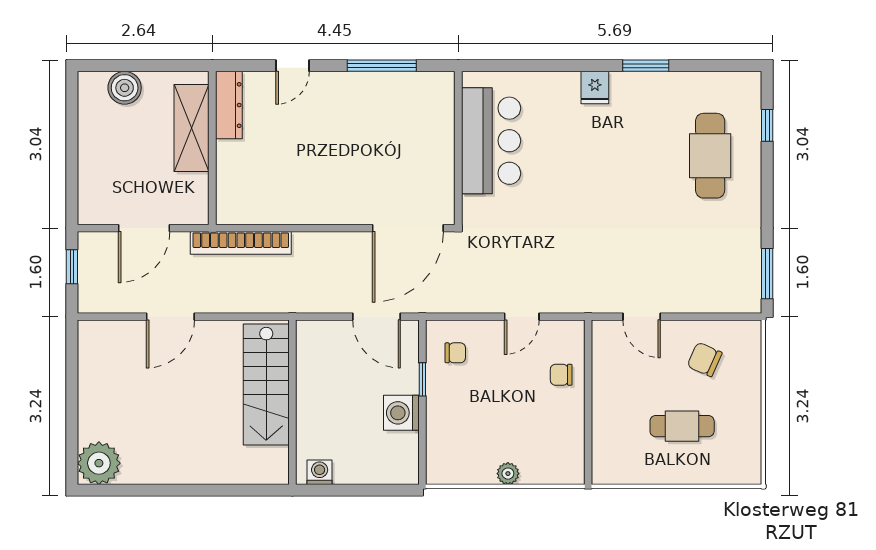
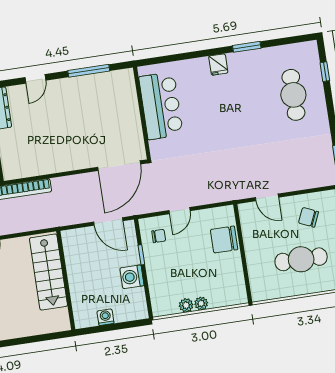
door: (522, 317) -> (180, 211), moved
chair: (561, 375) -> (224, 239), width x1.87, depth x1.87
cafe table: (682, 426) -> (301, 259), width x1.37, depth x1.35
washing machine: (320, 472) -> (105, 317), moved
plant: (483, 473) -> (186, 305), added

